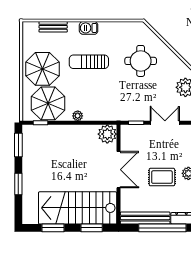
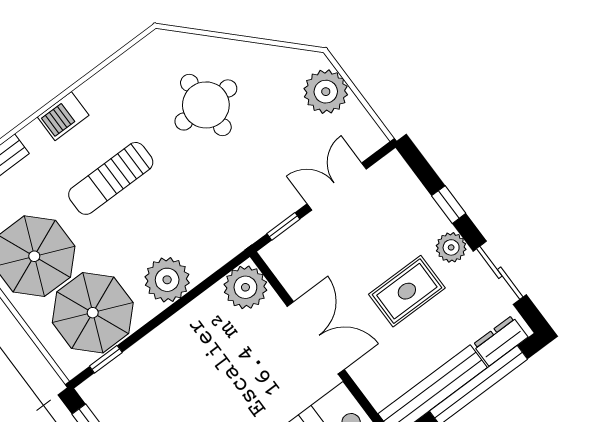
plant: (78, 116) -> (167, 280), width x1.87, depth x1.87

